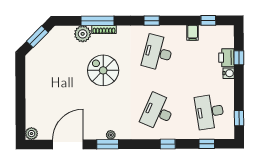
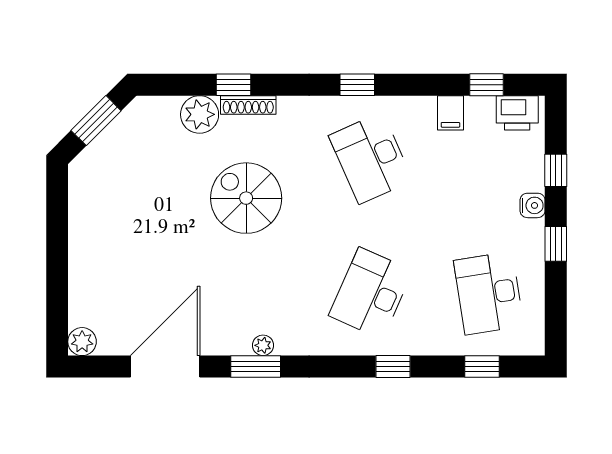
window: (97, 21) -> (234, 85), width x0.46
desk: (158, 53) -> (371, 158), turned -39
printer: (226, 58) -> (517, 113), moved, turned -90
window: (239, 118) -> (556, 244), moved

